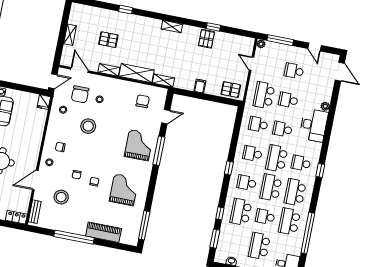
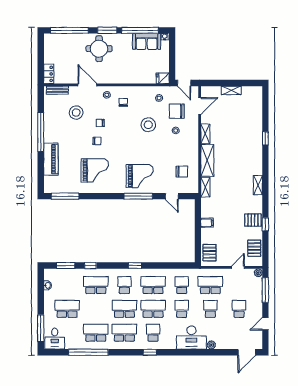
pallet: (108, 40) -> (254, 248), moved
school desk: (252, 154) -> (153, 285), width x1.85
school desk: (265, 217) -> (96, 309), removed

